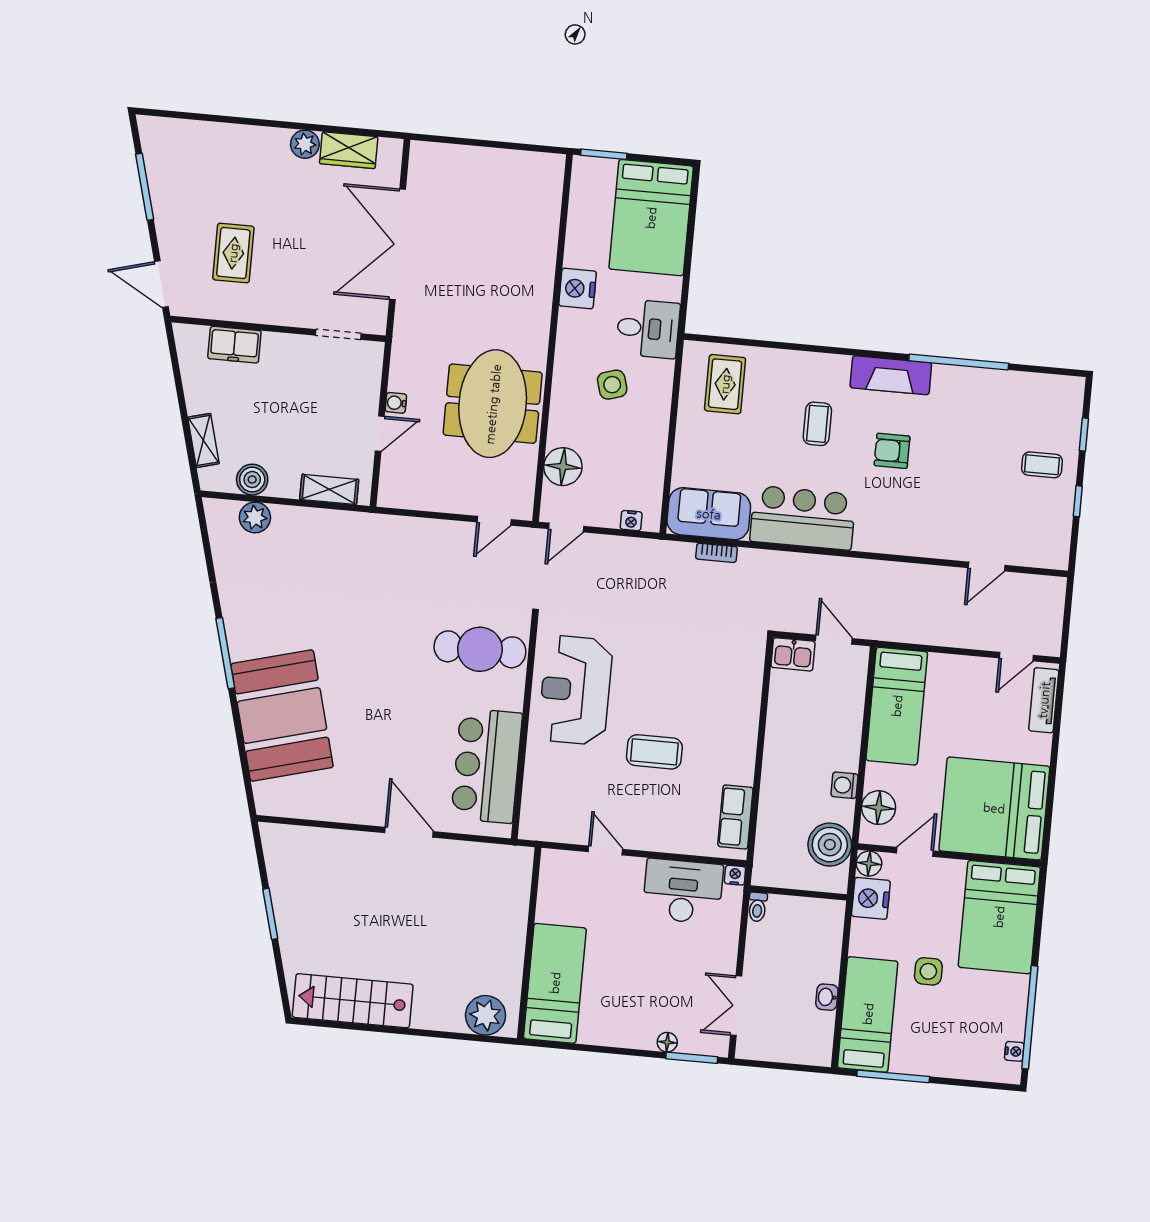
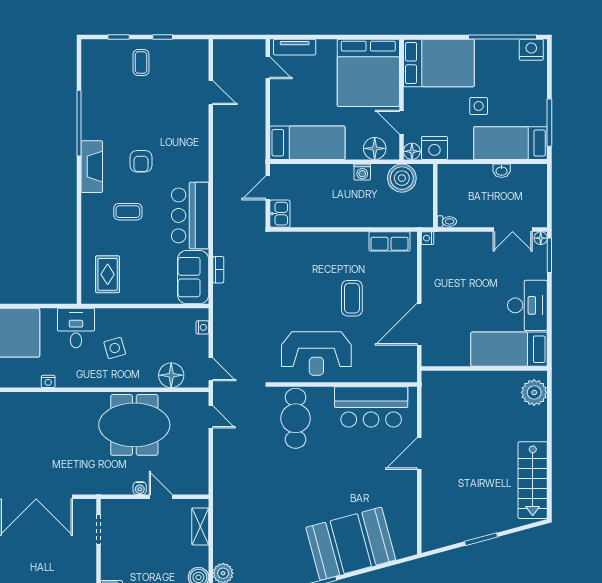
nightstand: (578, 289) -> (48, 381), width x0.53, depth x0.56
rug: (725, 384) -> (108, 274), turned 90
door: (605, 850) -> (419, 324), width x1.88
desk: (683, 891) -> (527, 305), moved, turned 180
floor lamp: (667, 1042) -> (541, 238), moved
nightstand: (1014, 1051) -> (531, 50), width x1.89, depth x1.79

